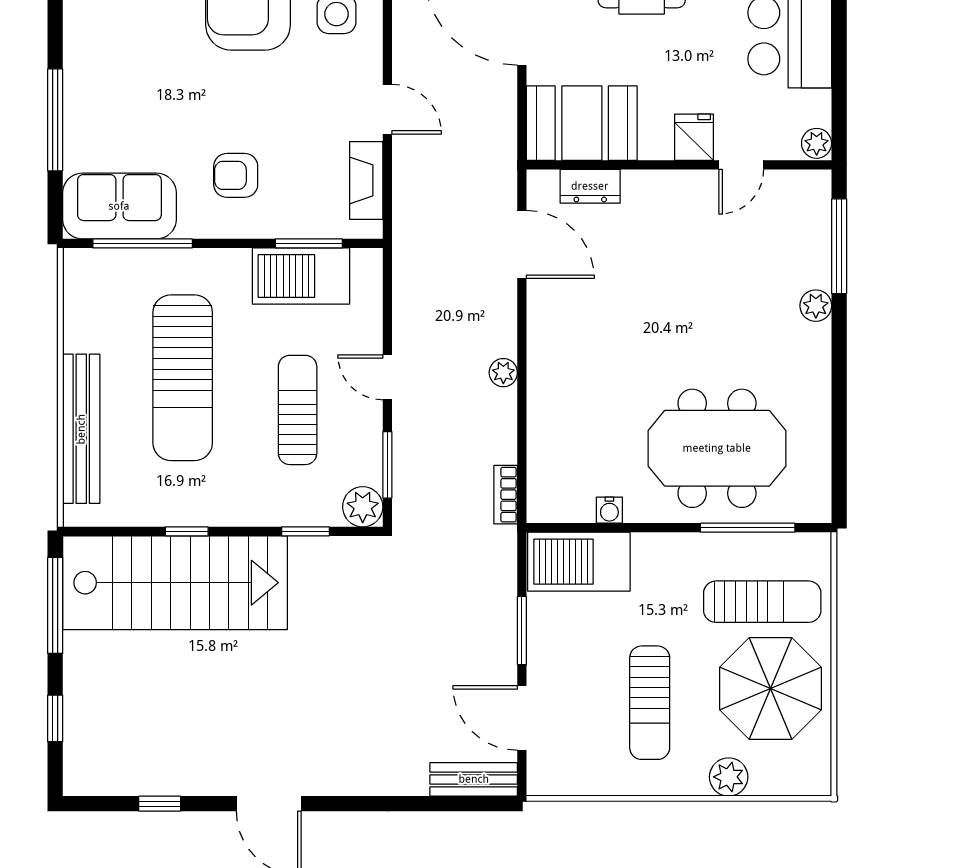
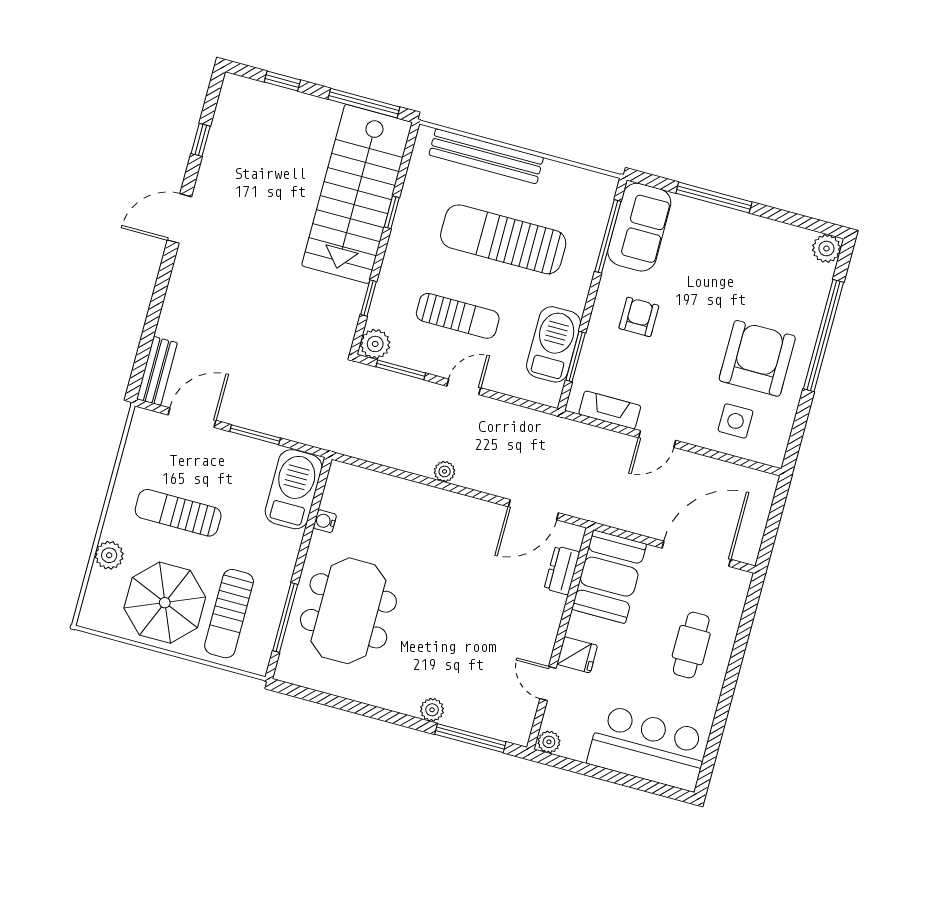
bookcase: (506, 495) -> (356, 449), removed

